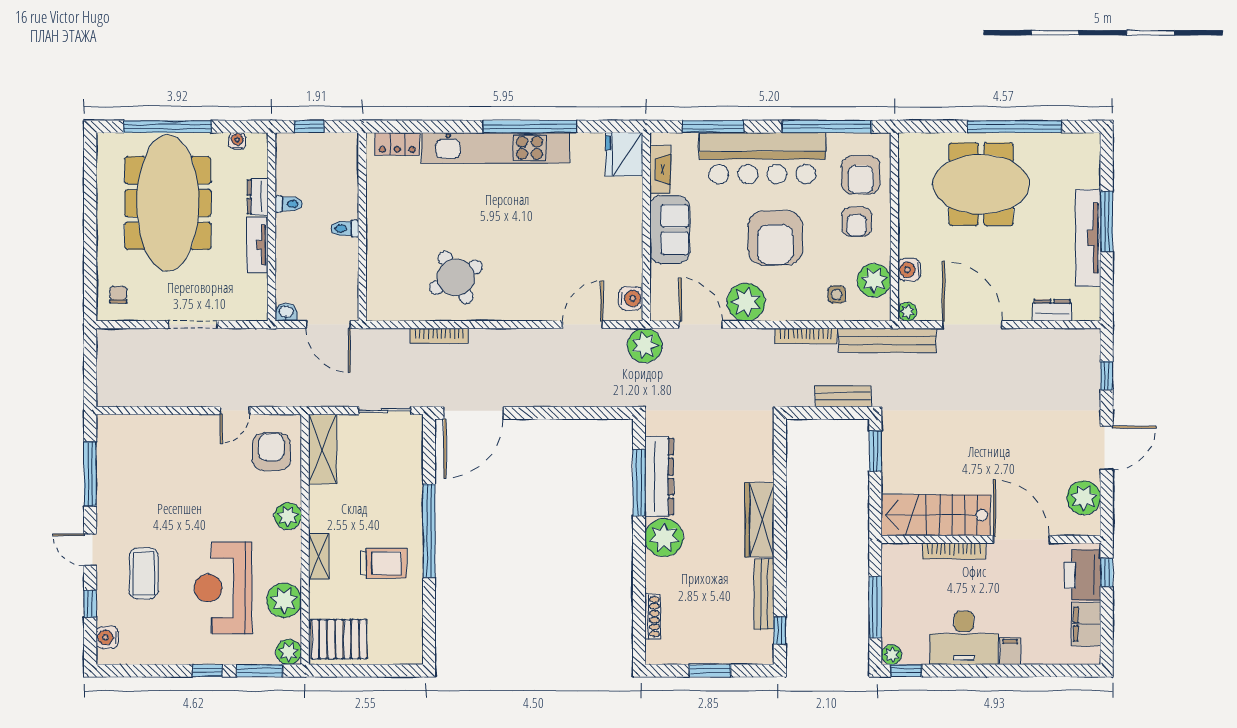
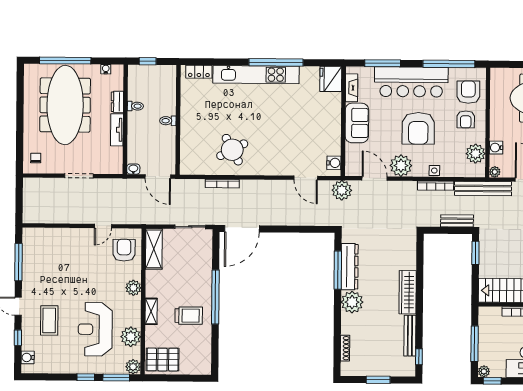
armchair: (861, 175) -> (468, 92), turned 180
side table: (837, 294) -> (434, 171), moved
door: (582, 325) -> (306, 178), swing flipped

